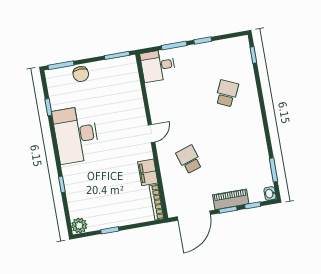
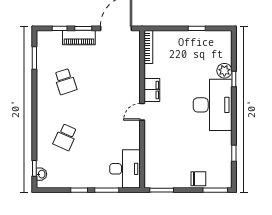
desk: (158, 66) -> (125, 169), width x1.37
chair: (81, 74) -> (198, 179), turned 90
desk: (76, 135) -> (213, 105), moved
school desk: (189, 159) -> (65, 82), moved
filing cabinet: (148, 172) -> (152, 90), moved
washbasin: (270, 193) -> (41, 174), moved
plant: (79, 226) -> (224, 71), moved

